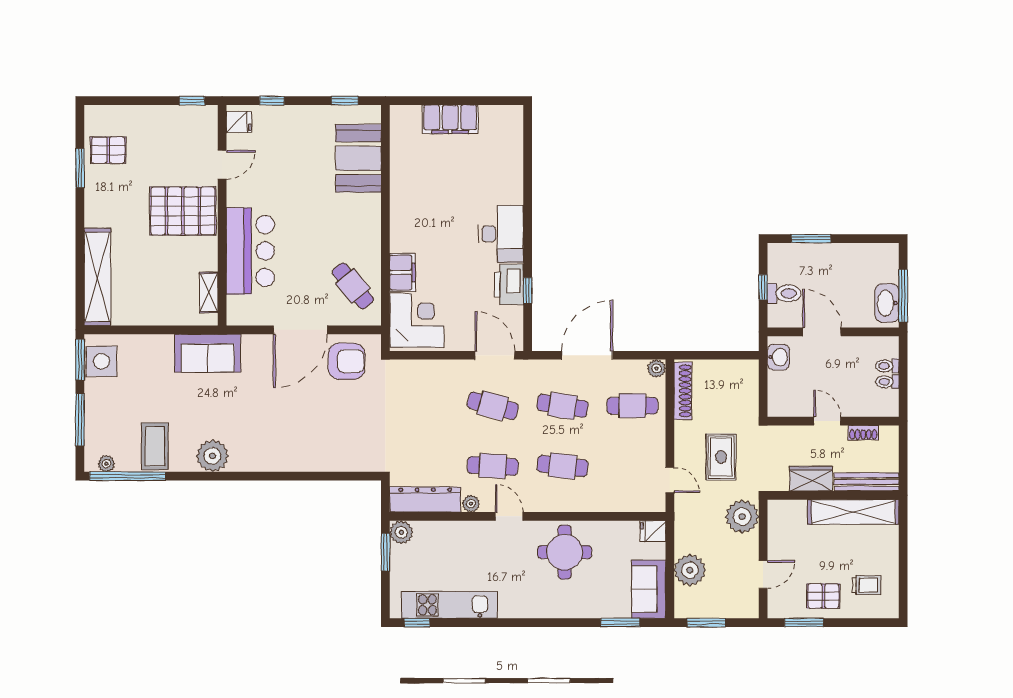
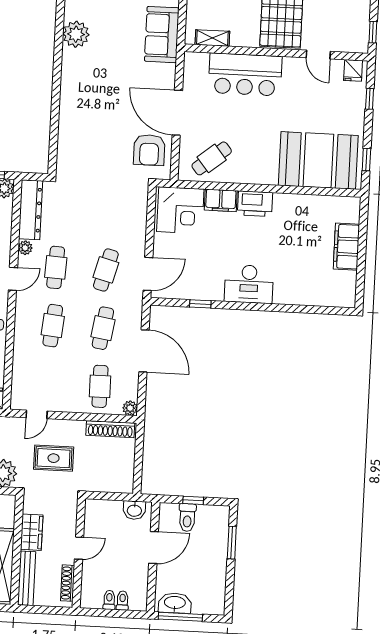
booth: (358, 158) -> (318, 160), width x1.36, depth x1.42
printer: (509, 284) -> (255, 204), moved, turned 180
shoe rack: (863, 433) -> (68, 583), width x1.43

